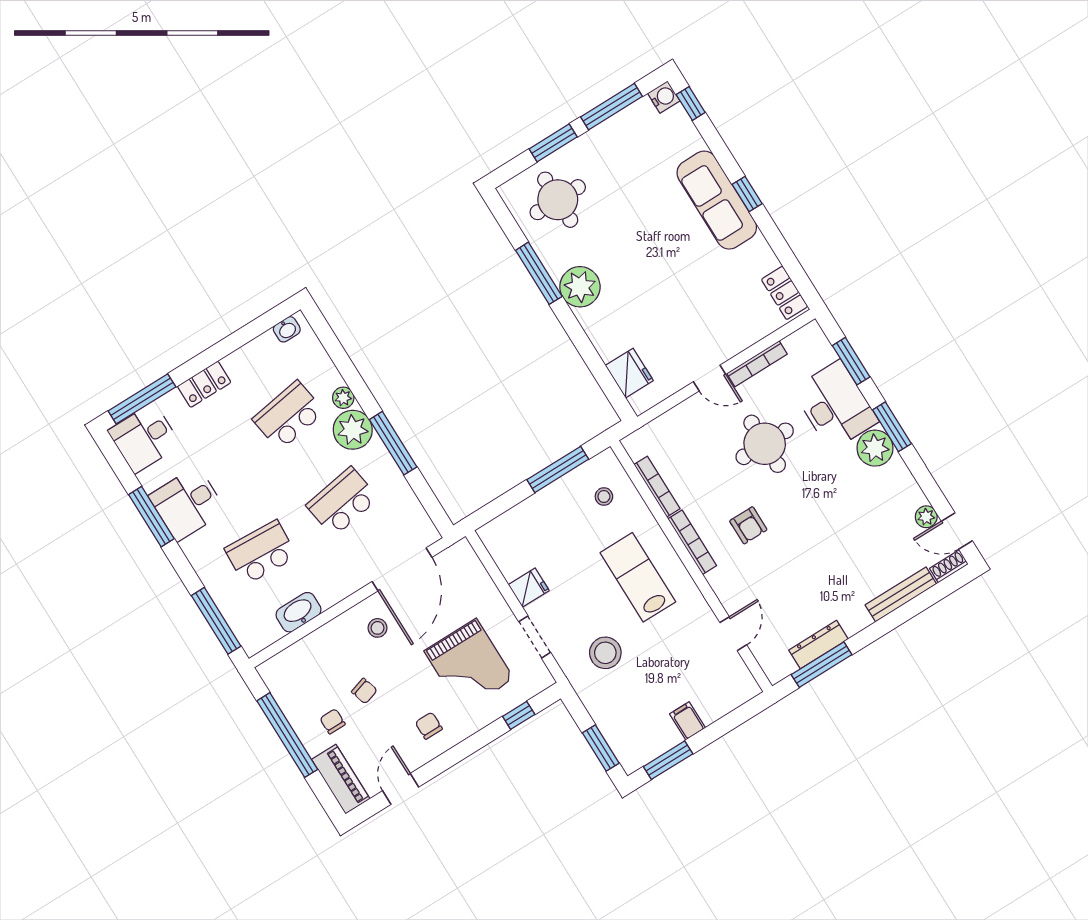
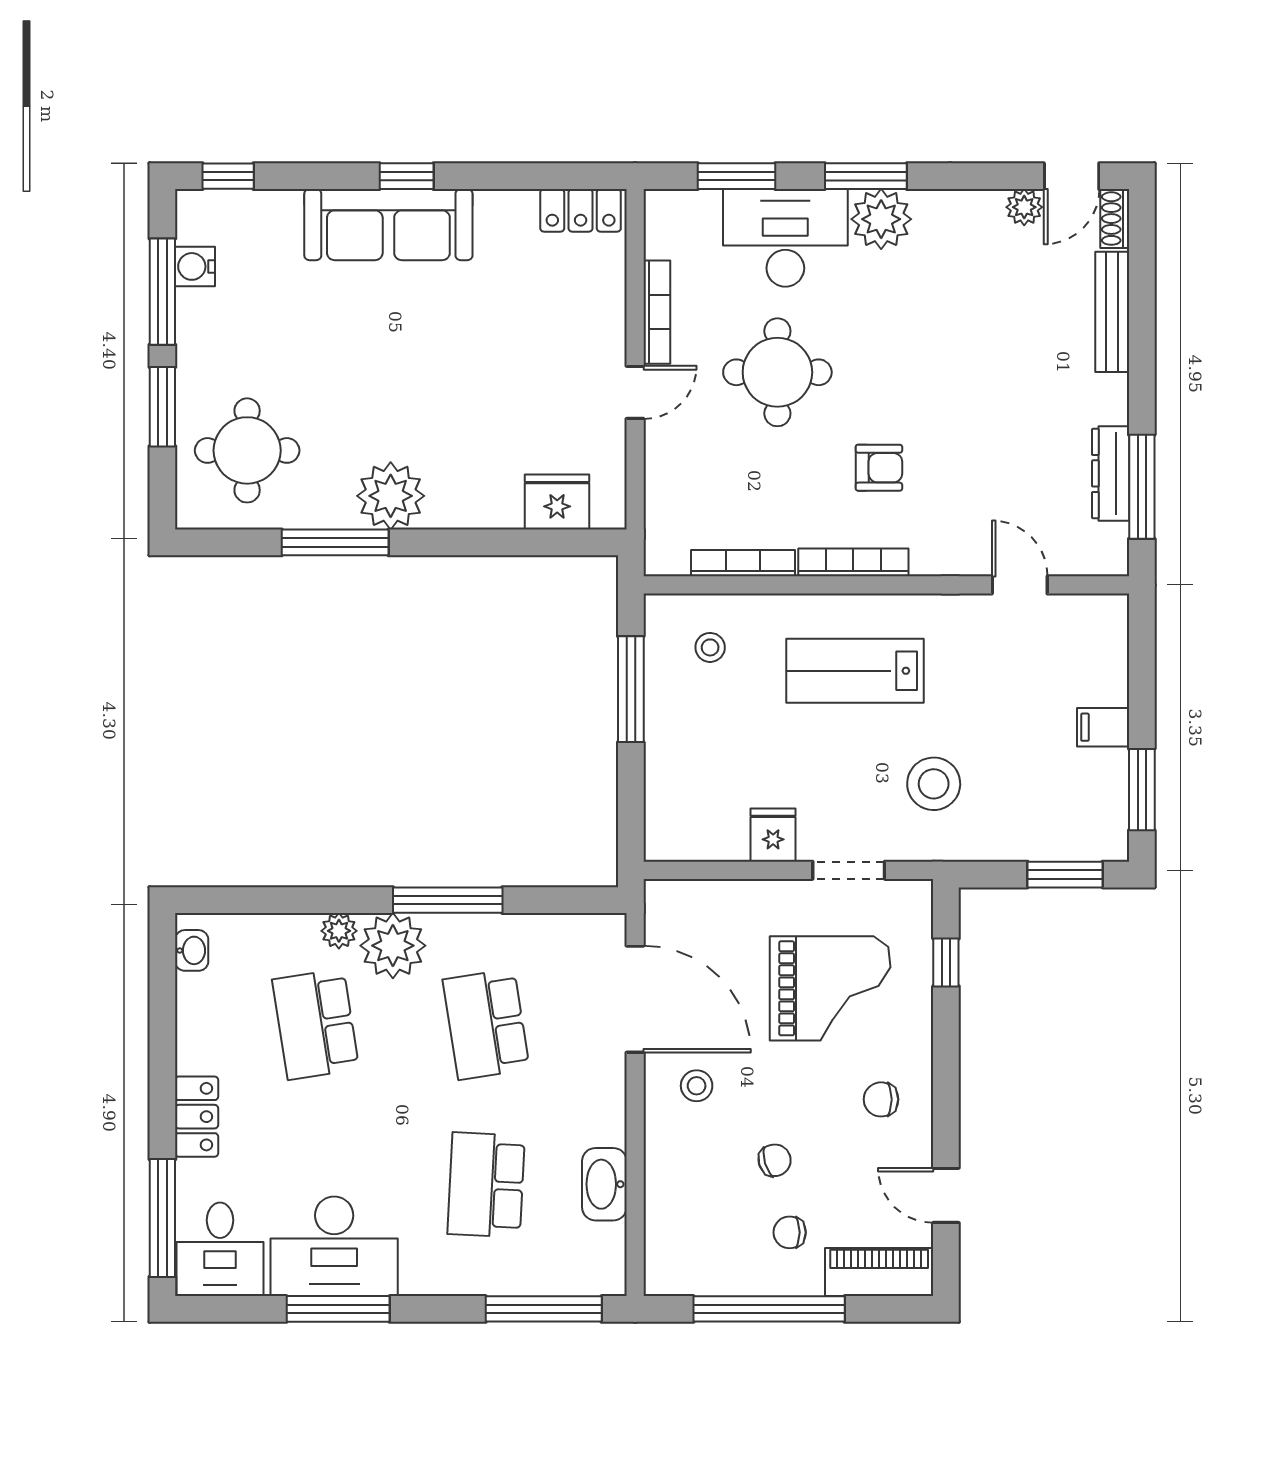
water cooler: (664, 97) -> (195, 266), moved, turned -90
desk: (187, 504) -> (334, 1246), width x1.37

